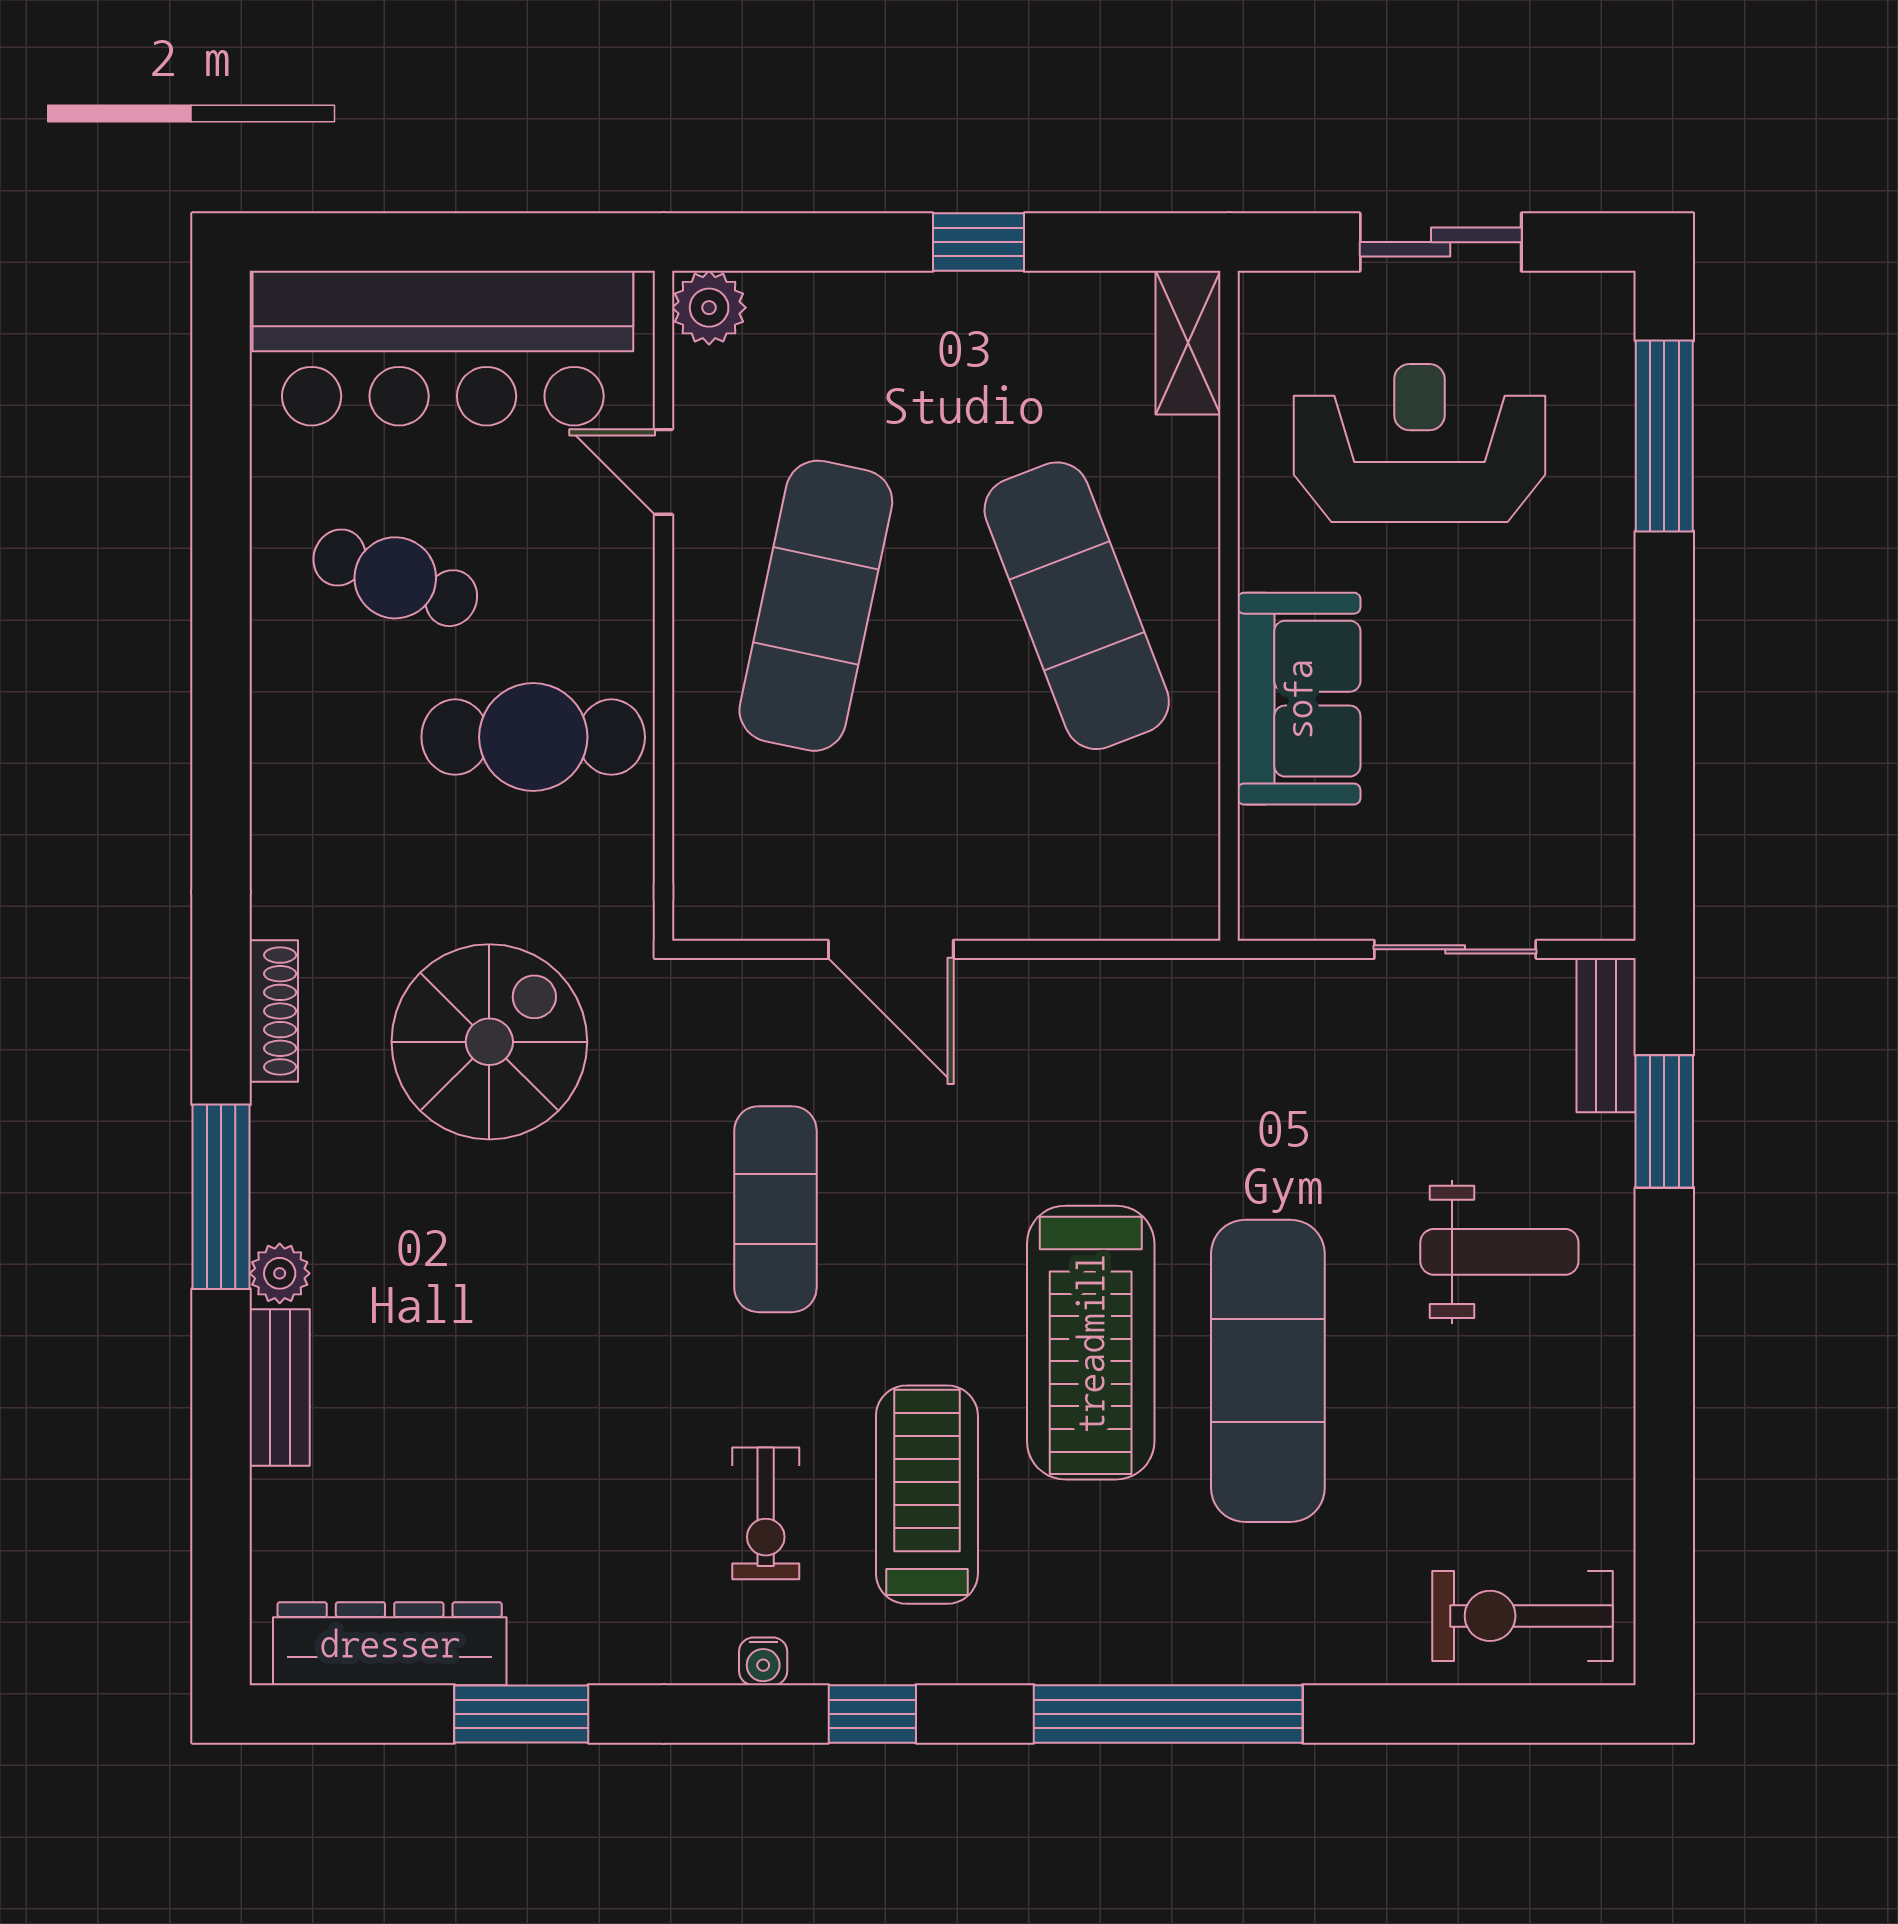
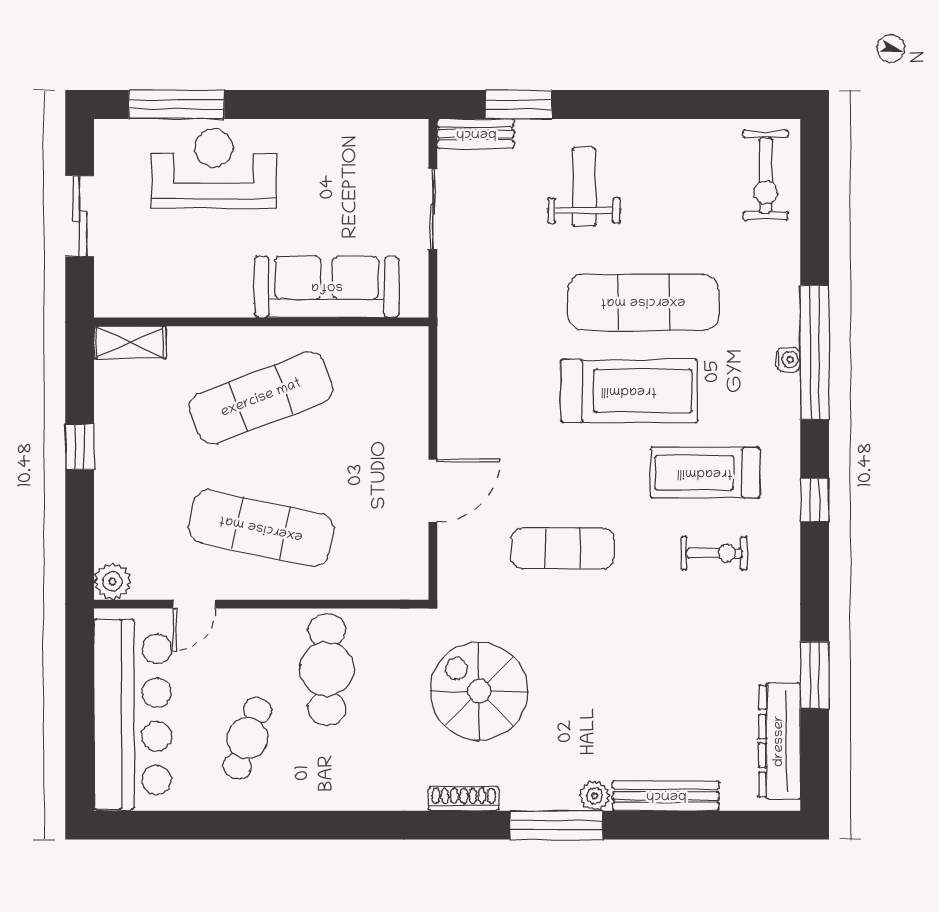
reception desk: (1419, 443) -> (214, 169), moved, turned 90
sofa: (1299, 699) -> (327, 287), width x1.36
bench: (280, 1387) -> (666, 796), width x1.36
water cooler: (763, 1661) -> (788, 360), moved

